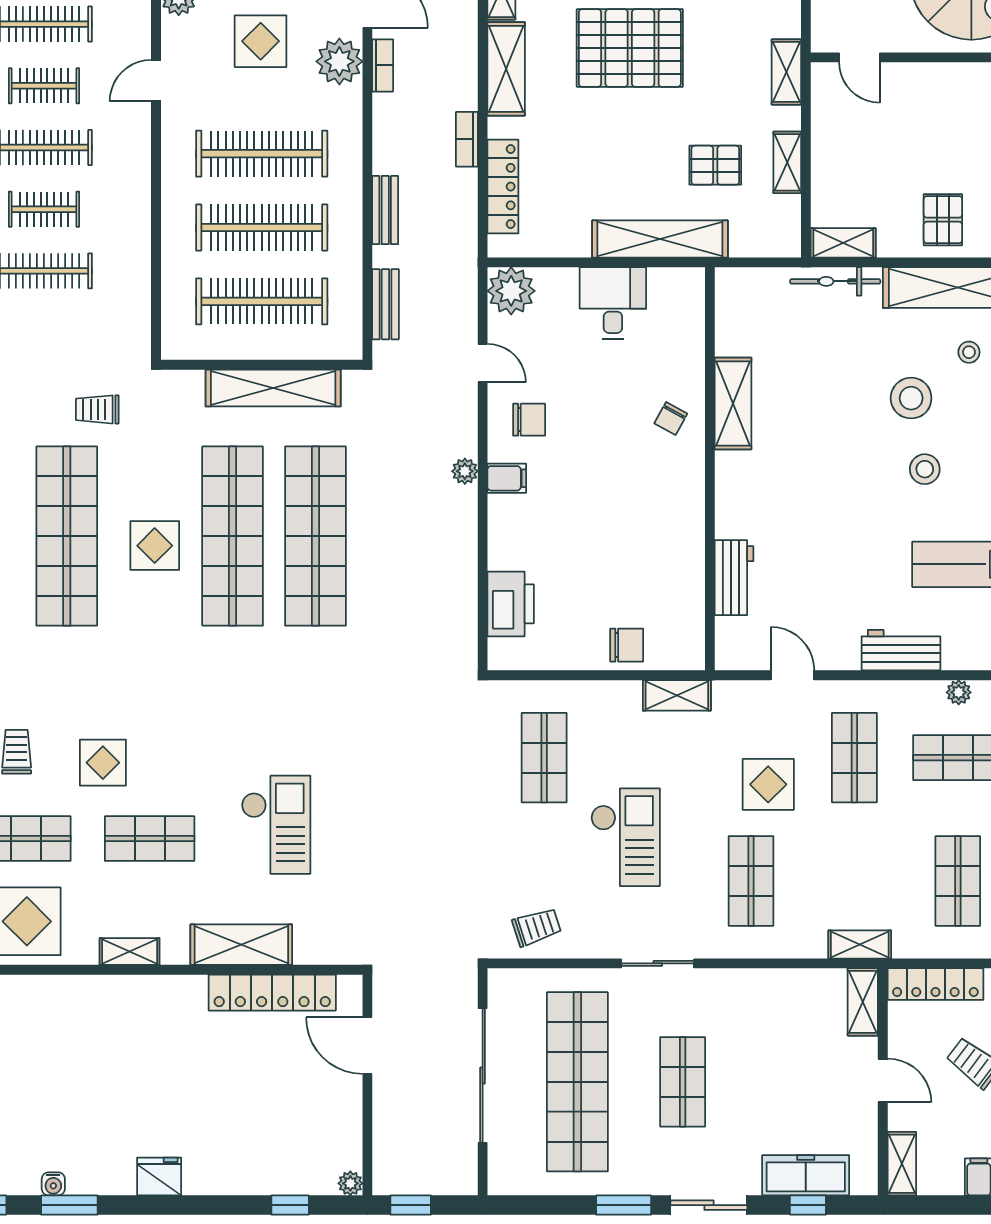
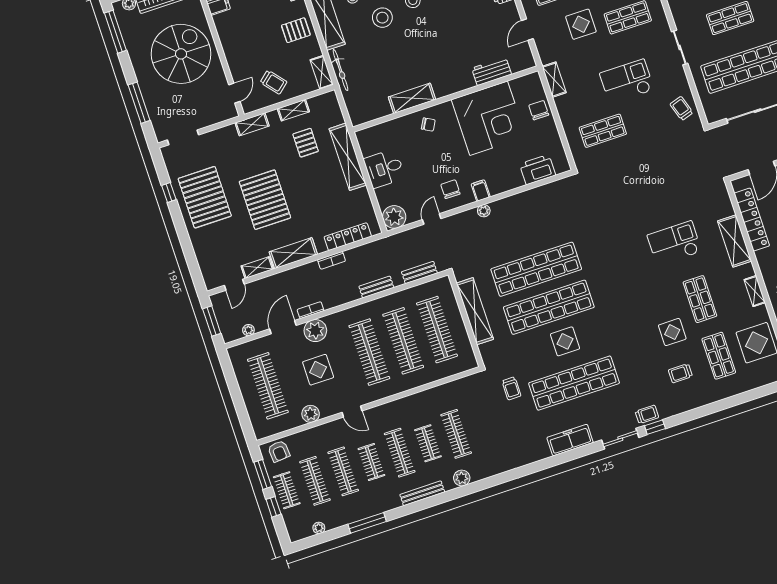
trolley: (855, 142) -> (274, 82), added
corner desk: (644, 541) -> (489, 118), added

